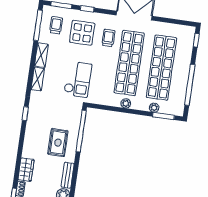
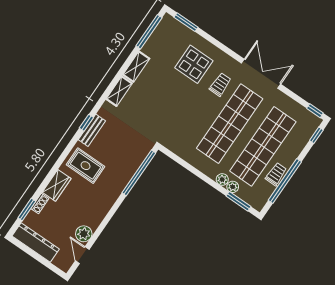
window: (87, 9) -> (315, 111), moved
trolley: (56, 25) -> (276, 174), moved
checkout: (78, 79) -> (164, 113), removed
plant: (126, 103) -> (222, 179), moved
rug: (58, 143) -> (86, 166), moved, turned 90
bench: (68, 175) -> (92, 130), moved

